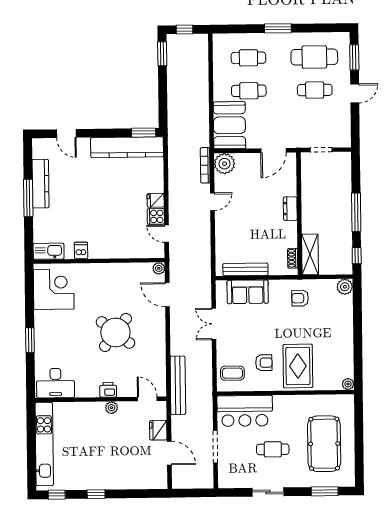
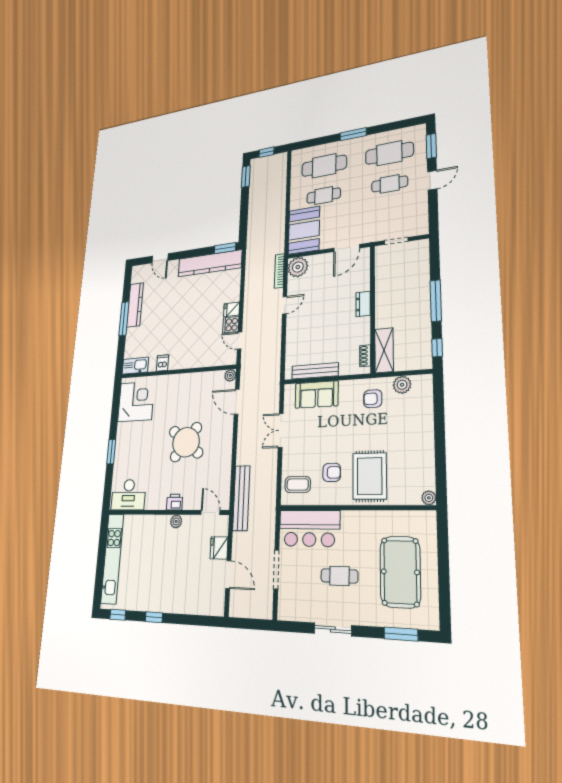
cafe table: (248, 58) -> (324, 166), width x1.37, depth x1.35
plant: (345, 287) -> (402, 385), moved

